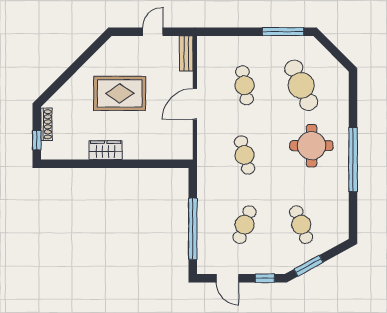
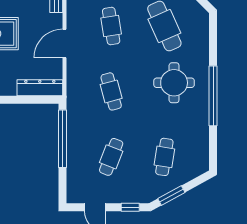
dresser: (169, 151) -> (40, 88), added
cafe table: (301, 225) -> (164, 157), turned 30
window: (193, 229) -> (62, 139), moved

